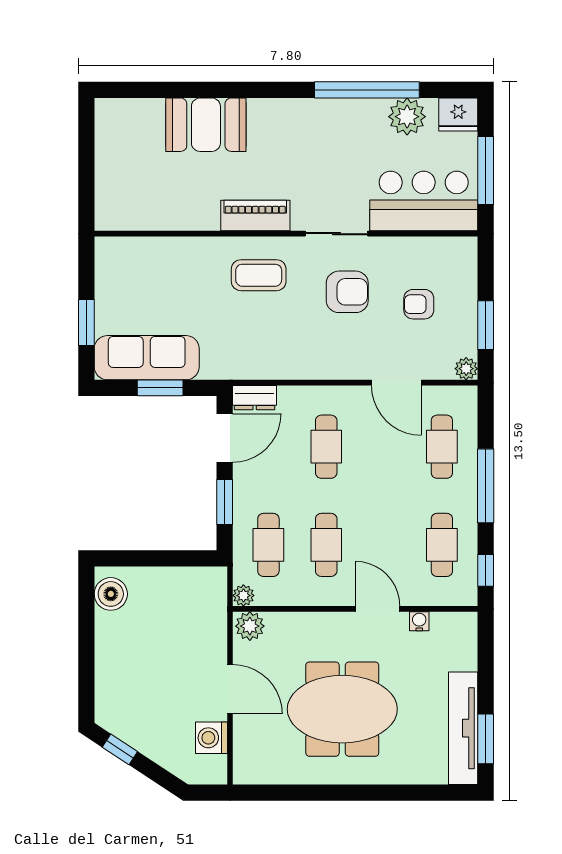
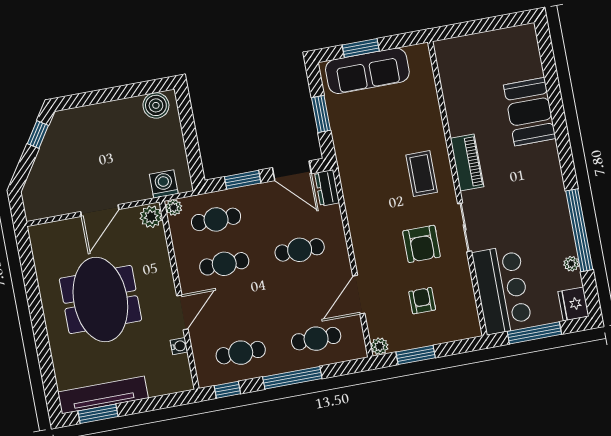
plant: (407, 117) -> (571, 264), width x0.53, depth x0.53
sofa: (147, 358) -> (367, 71), moved, turned 90
washing machine: (212, 738) -> (164, 184), moved

